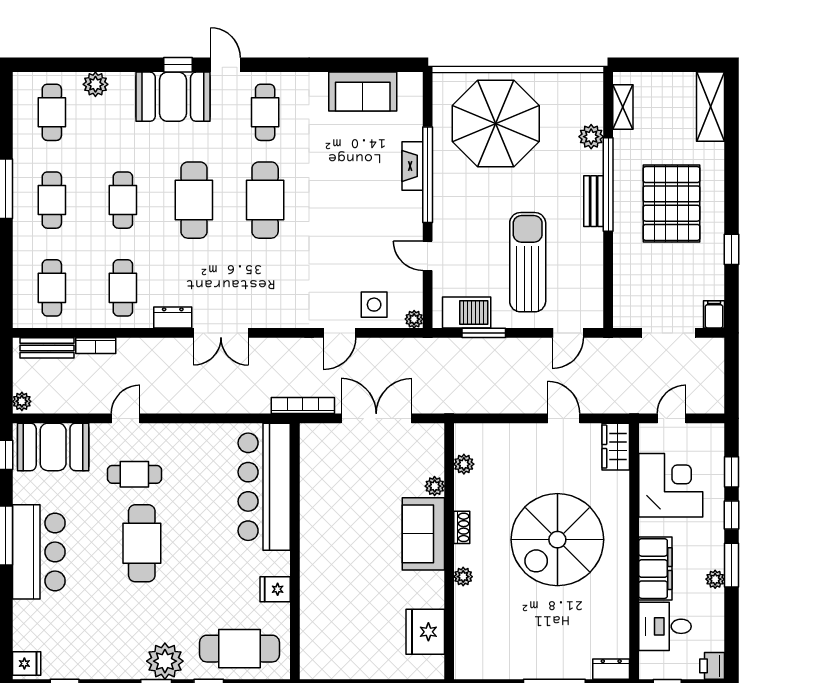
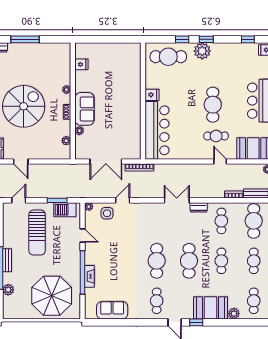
booth: (173, 97) -> (211, 308), moved
cafe table: (52, 288) -> (254, 221), width x1.37, depth x1.35
door: (126, 418) -> (220, 162), swing flipped
fridge: (275, 589) -> (152, 95), moved
fridge: (425, 632) -> (81, 64), width x0.53, depth x0.75

